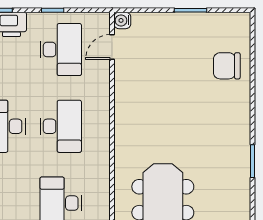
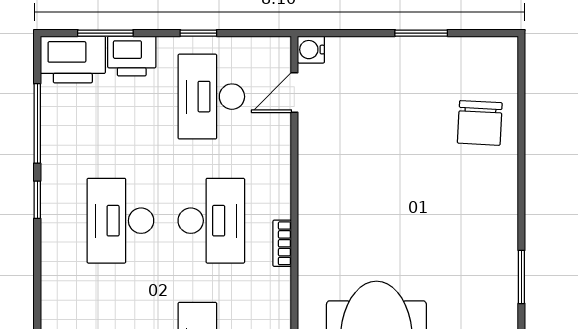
desk: (61, 50) -> (211, 97), turned 180
chair: (227, 66) -> (480, 123), turned -87
bookcase: (105, 140) -> (282, 243), added

